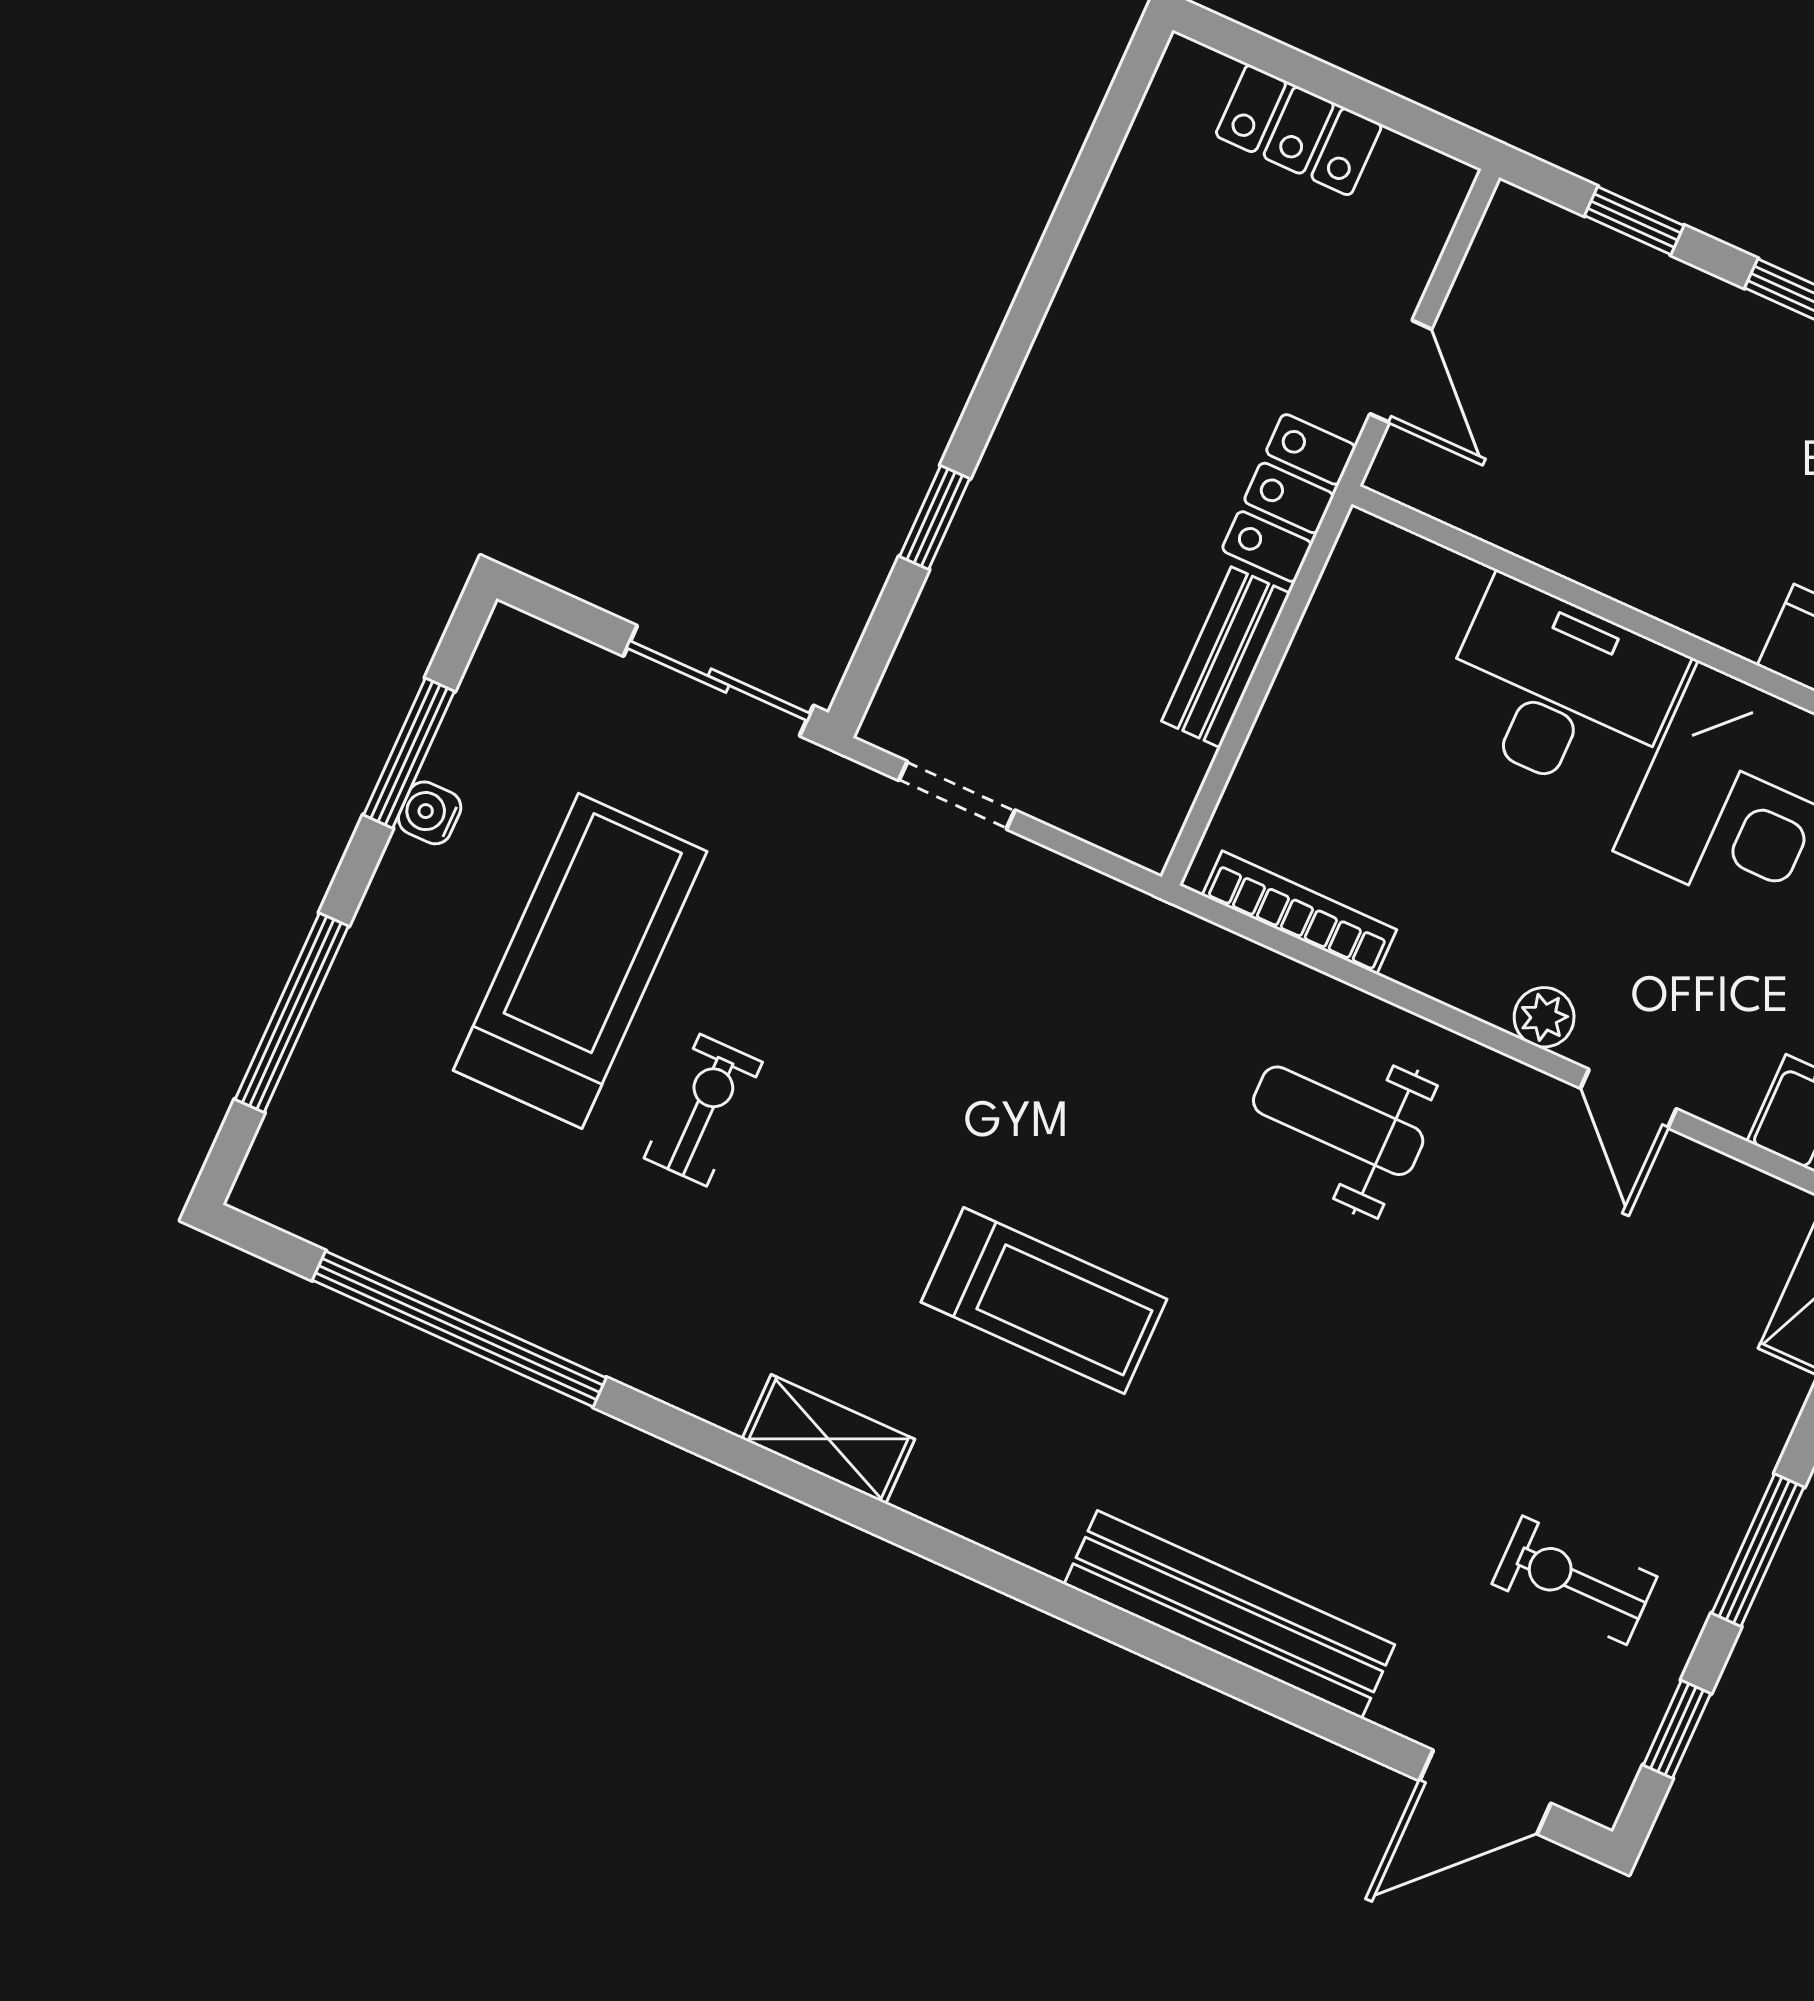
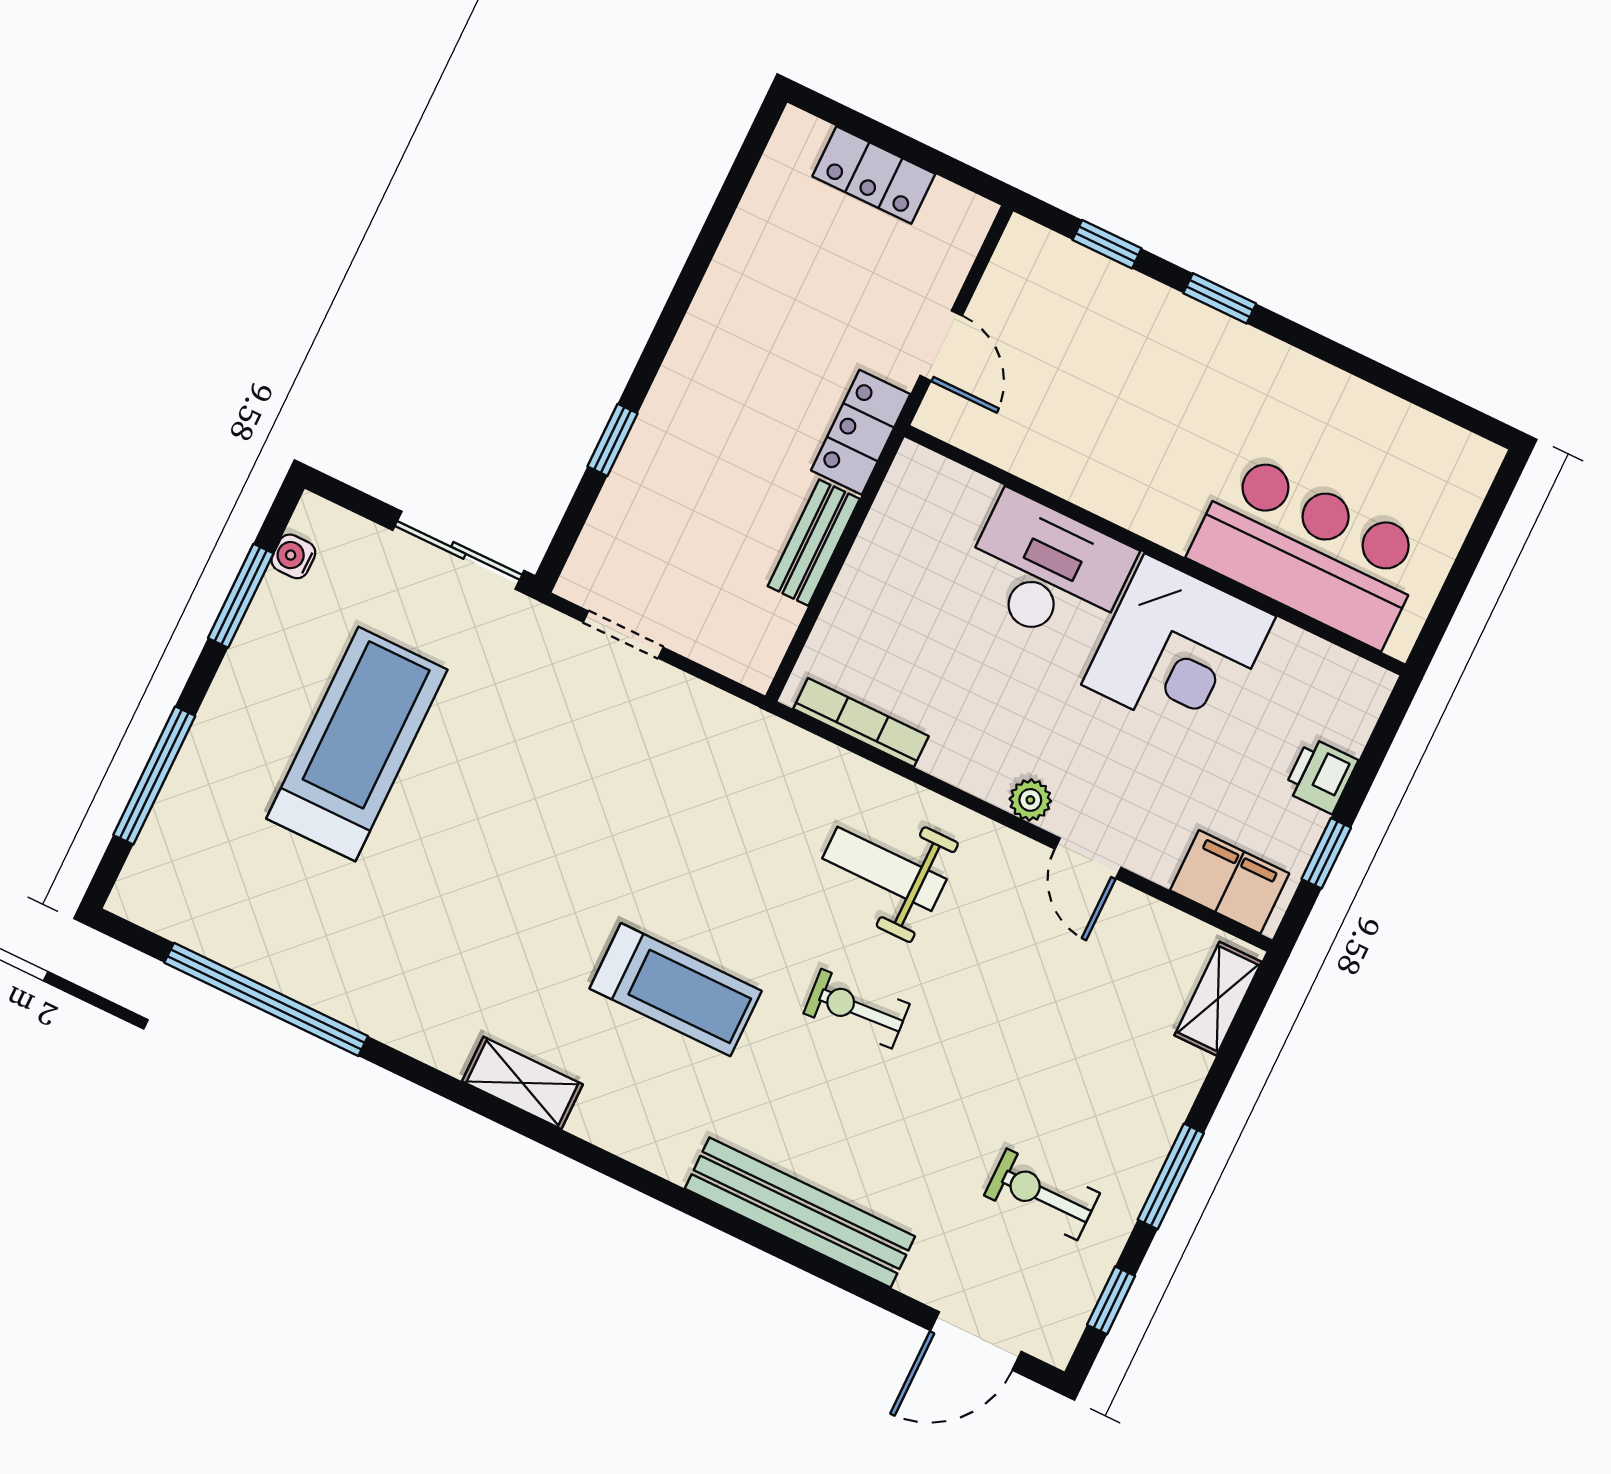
water cooler: (430, 813) -> (293, 556), moved
exercise bike: (703, 1110) -> (857, 1009), moved, turned -94

